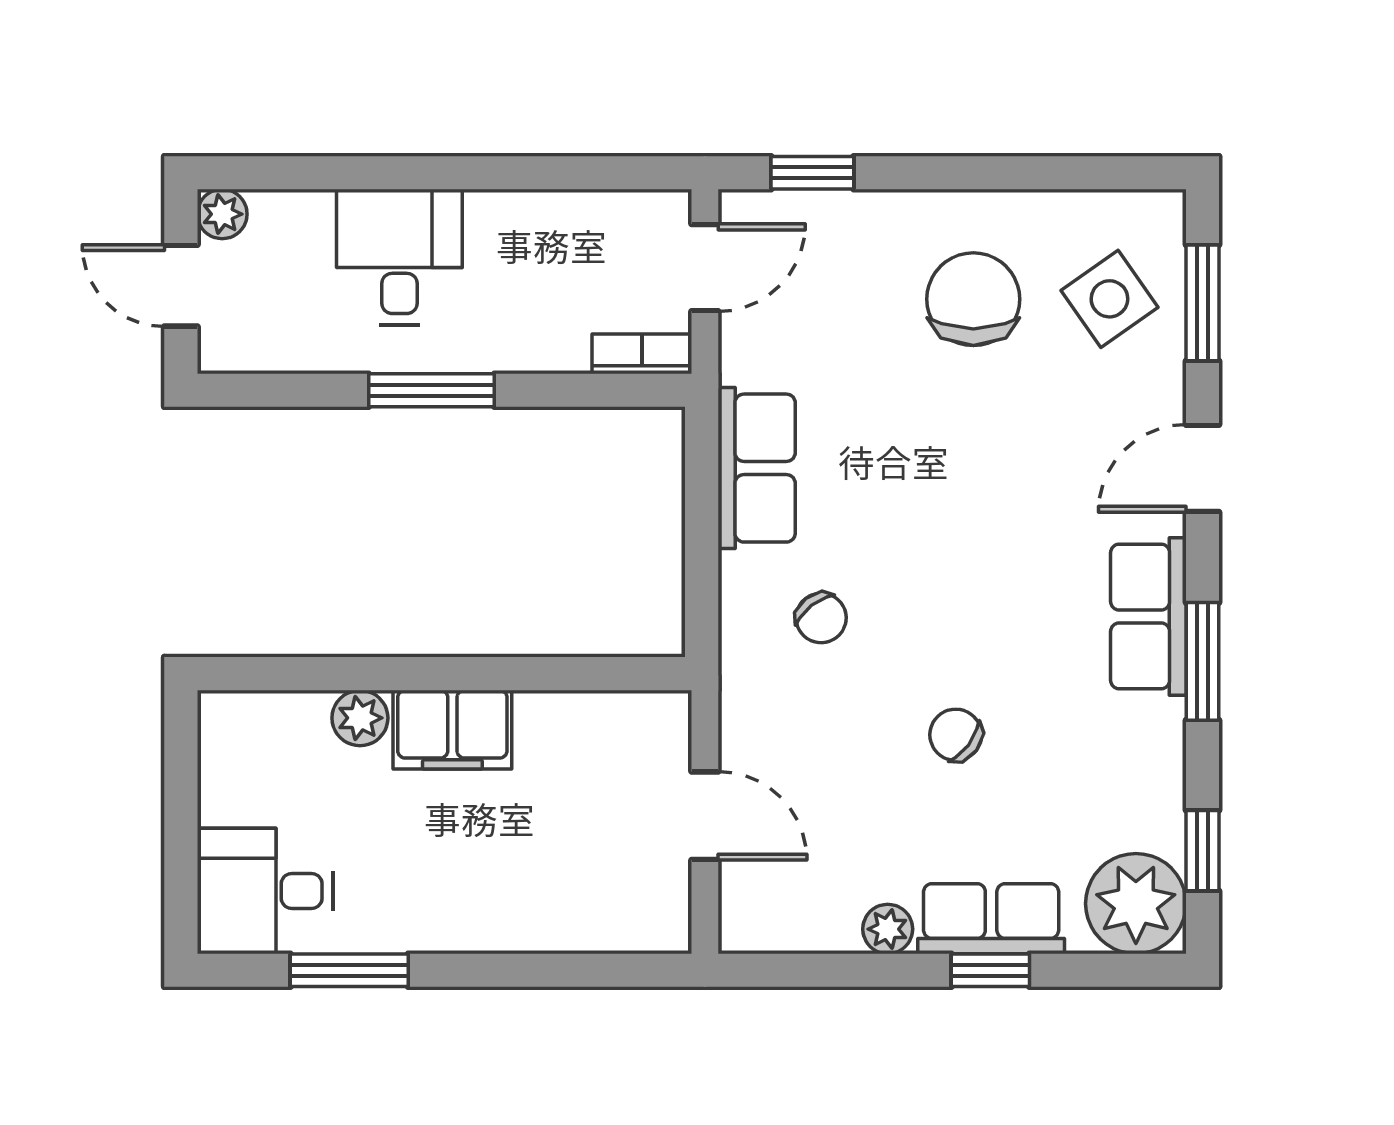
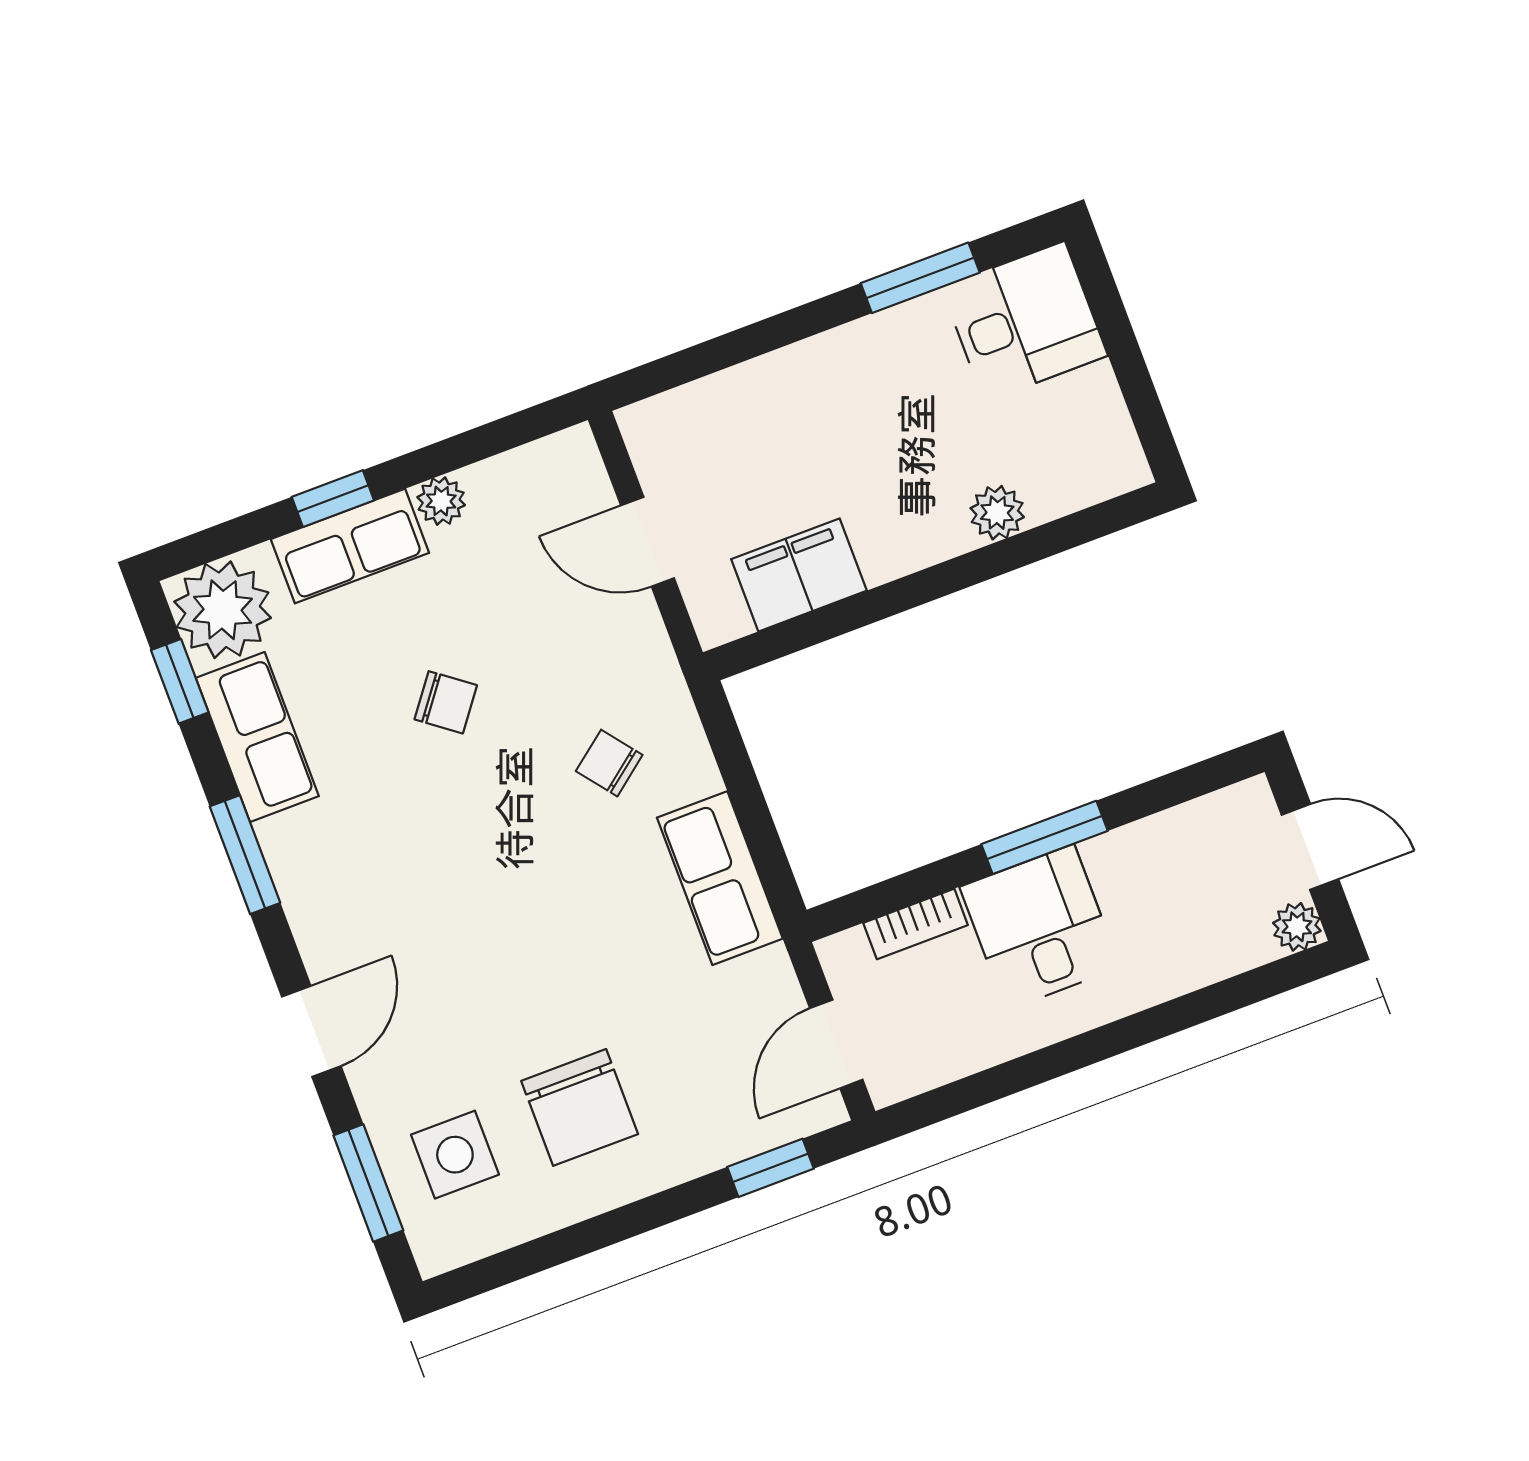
desk: (399, 257) -> (1040, 927), moved, turned 180
side table: (1109, 299) -> (455, 1155), turned 35
bookcase: (642, 354) -> (916, 924), moved
row of seats: (1148, 616) -> (257, 737), moved
filing cabinet: (452, 730) -> (799, 575), moved

